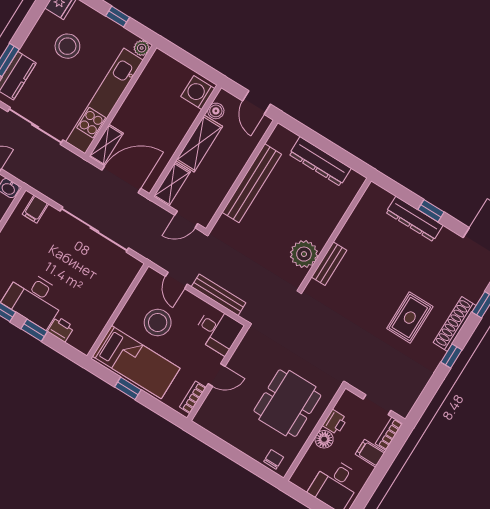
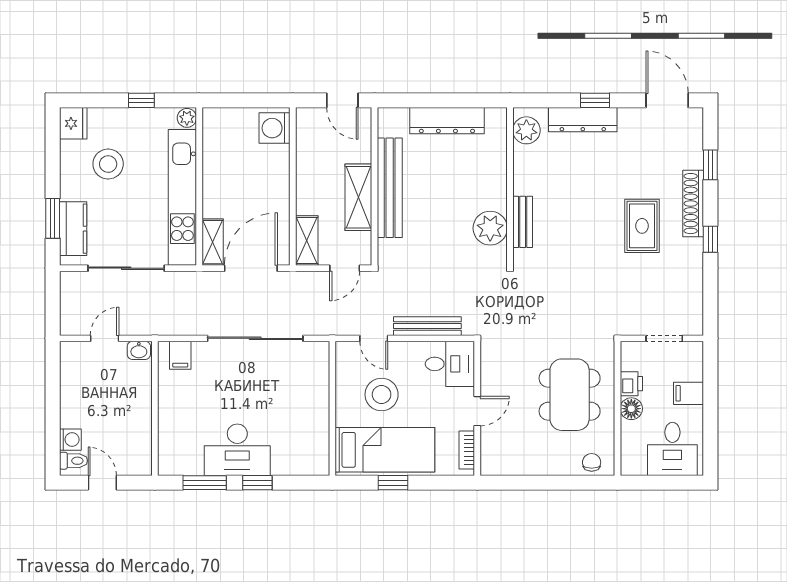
boiler: (216, 111) -> (305, 136), removed
shelving: (199, 143) -> (358, 197), moved
plant: (371, 202) -> (526, 130), added
printer: (61, 329) -> (285, 464), removed
bookcase: (389, 434) -> (696, 361), removed

